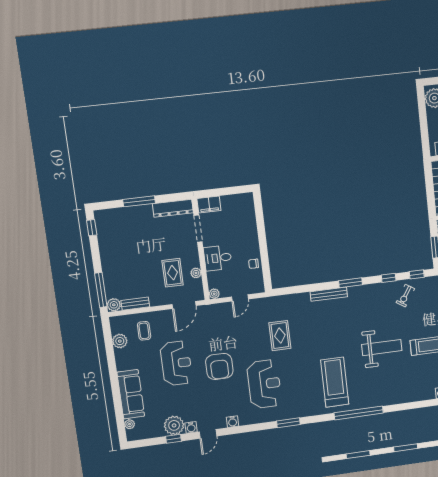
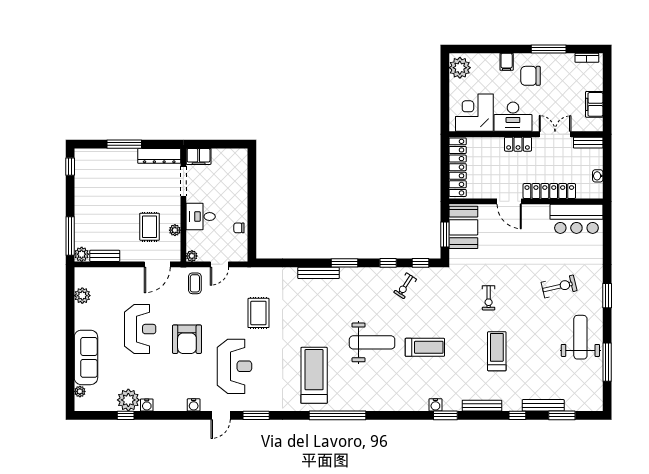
coffee table: (144, 331) -> (195, 283), moved
door: (208, 434) -> (221, 415), moved

